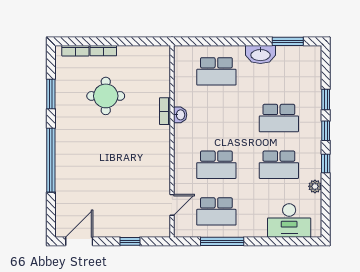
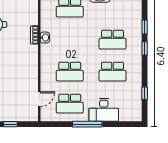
window: (326, 163) -> (145, 93), moved
plant: (315, 186) -> (137, 87), removed
desk: (289, 220) -> (104, 110), moved
window: (222, 241) -> (87, 124), moved

